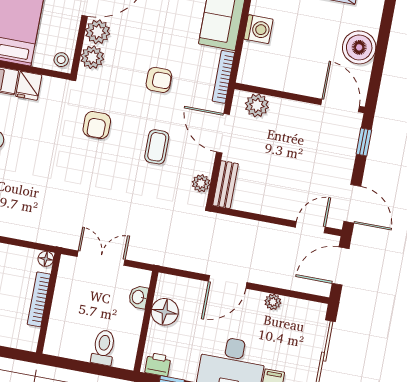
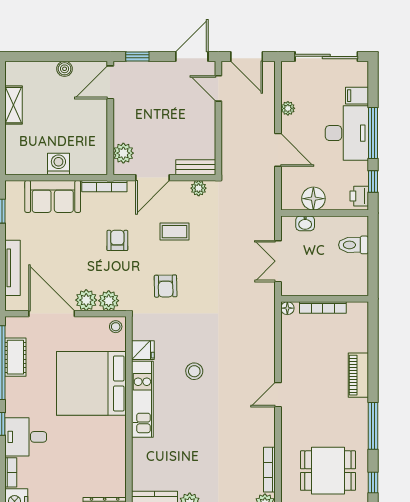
boiler: (359, 47) -> (65, 69), width x0.54, depth x0.54
armchair: (97, 125) -> (166, 286), turned 89

